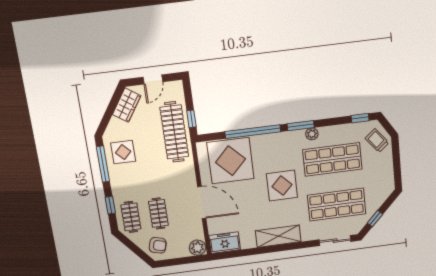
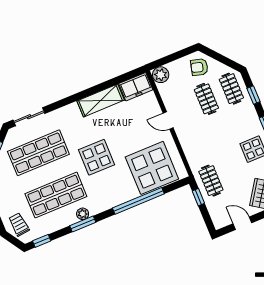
door: (153, 79) -> (242, 223), hinge flipped
window: (301, 126) -> (83, 224), moved
clothes rail: (174, 132) -> (211, 181), width x0.54, depth x0.76
trolley: (377, 141) -> (19, 224), turned -147
door: (202, 202) -> (168, 121), width x0.53
shelving: (278, 236) -> (101, 101), moved

